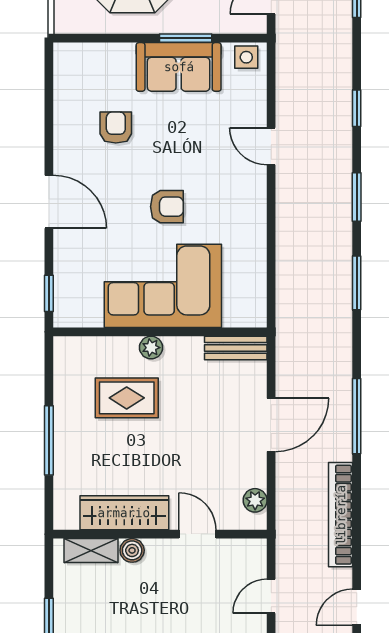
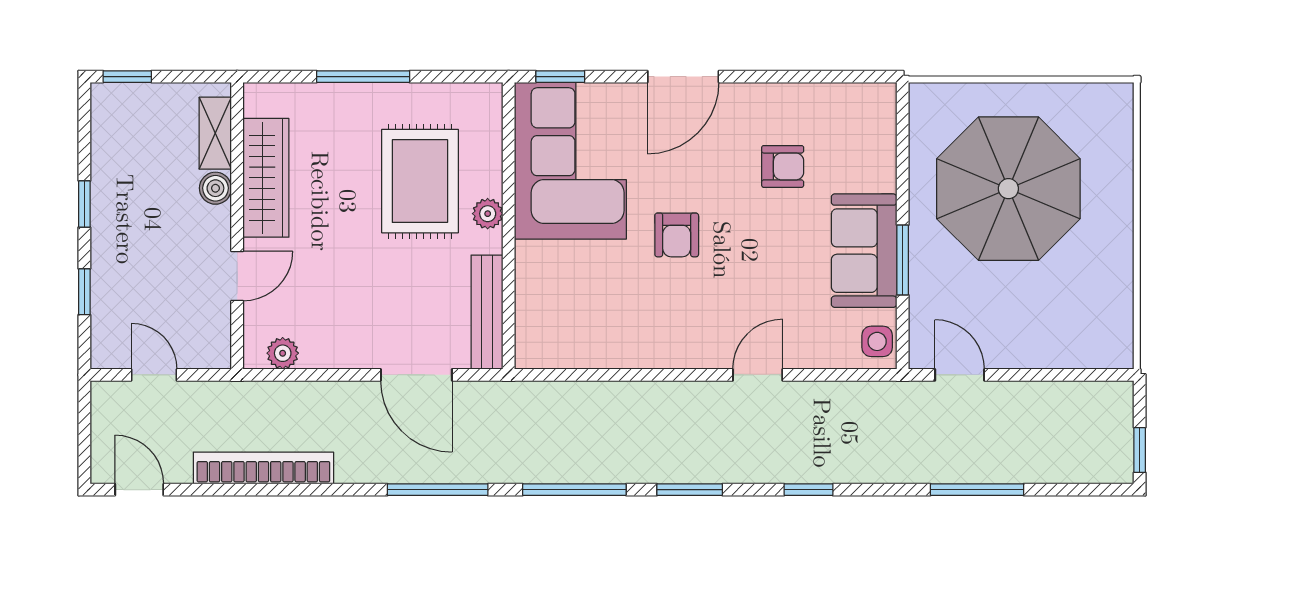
window: (357, 283) -> (574, 490), width x1.44
corner sofa: (163, 286) -> (570, 161), moved
bench: (236, 348) -> (487, 312), width x1.36
rug: (127, 398) -> (420, 181), width x1.36, depth x1.43
window: (357, 416) -> (438, 490), moved
door: (271, 425) -> (416, 375), moved

